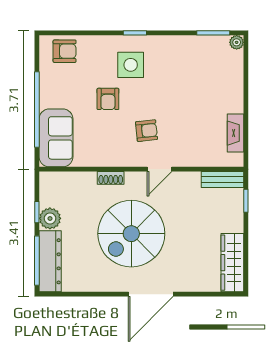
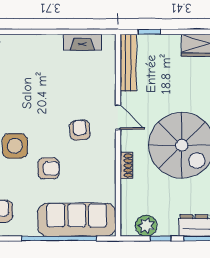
sofa: (56, 138) -> (77, 220), width x1.36
bench: (223, 179) -> (128, 63), width x1.36
plant: (50, 218) -> (146, 226), moved

